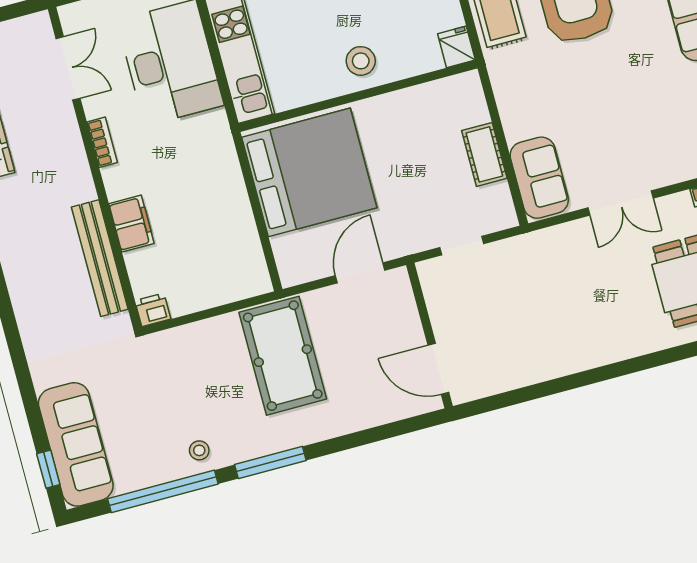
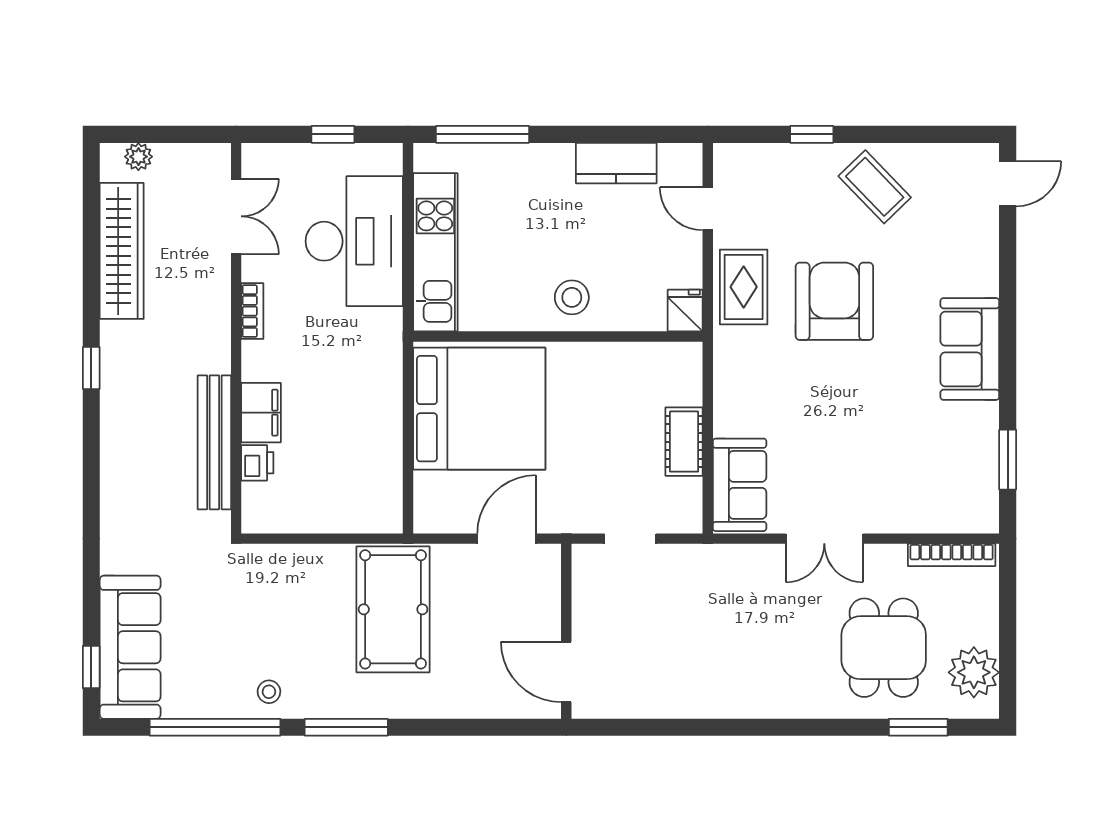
printer: (153, 310) -> (257, 463), moved, turned 90

